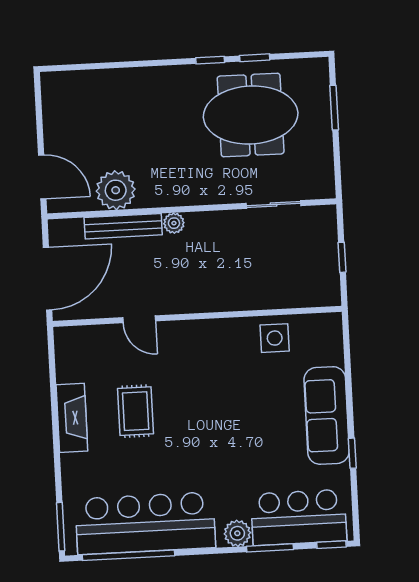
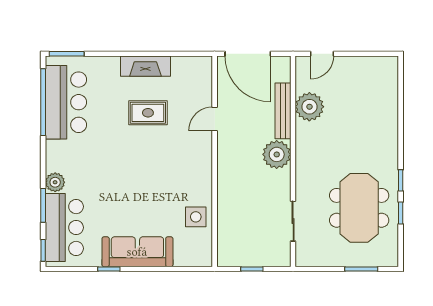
door: (42, 177) -> (322, 54), width x0.73
plant: (174, 223) -> (277, 154), width x1.87, depth x1.87
bar counter: (145, 523) -> (66, 102), width x0.73

